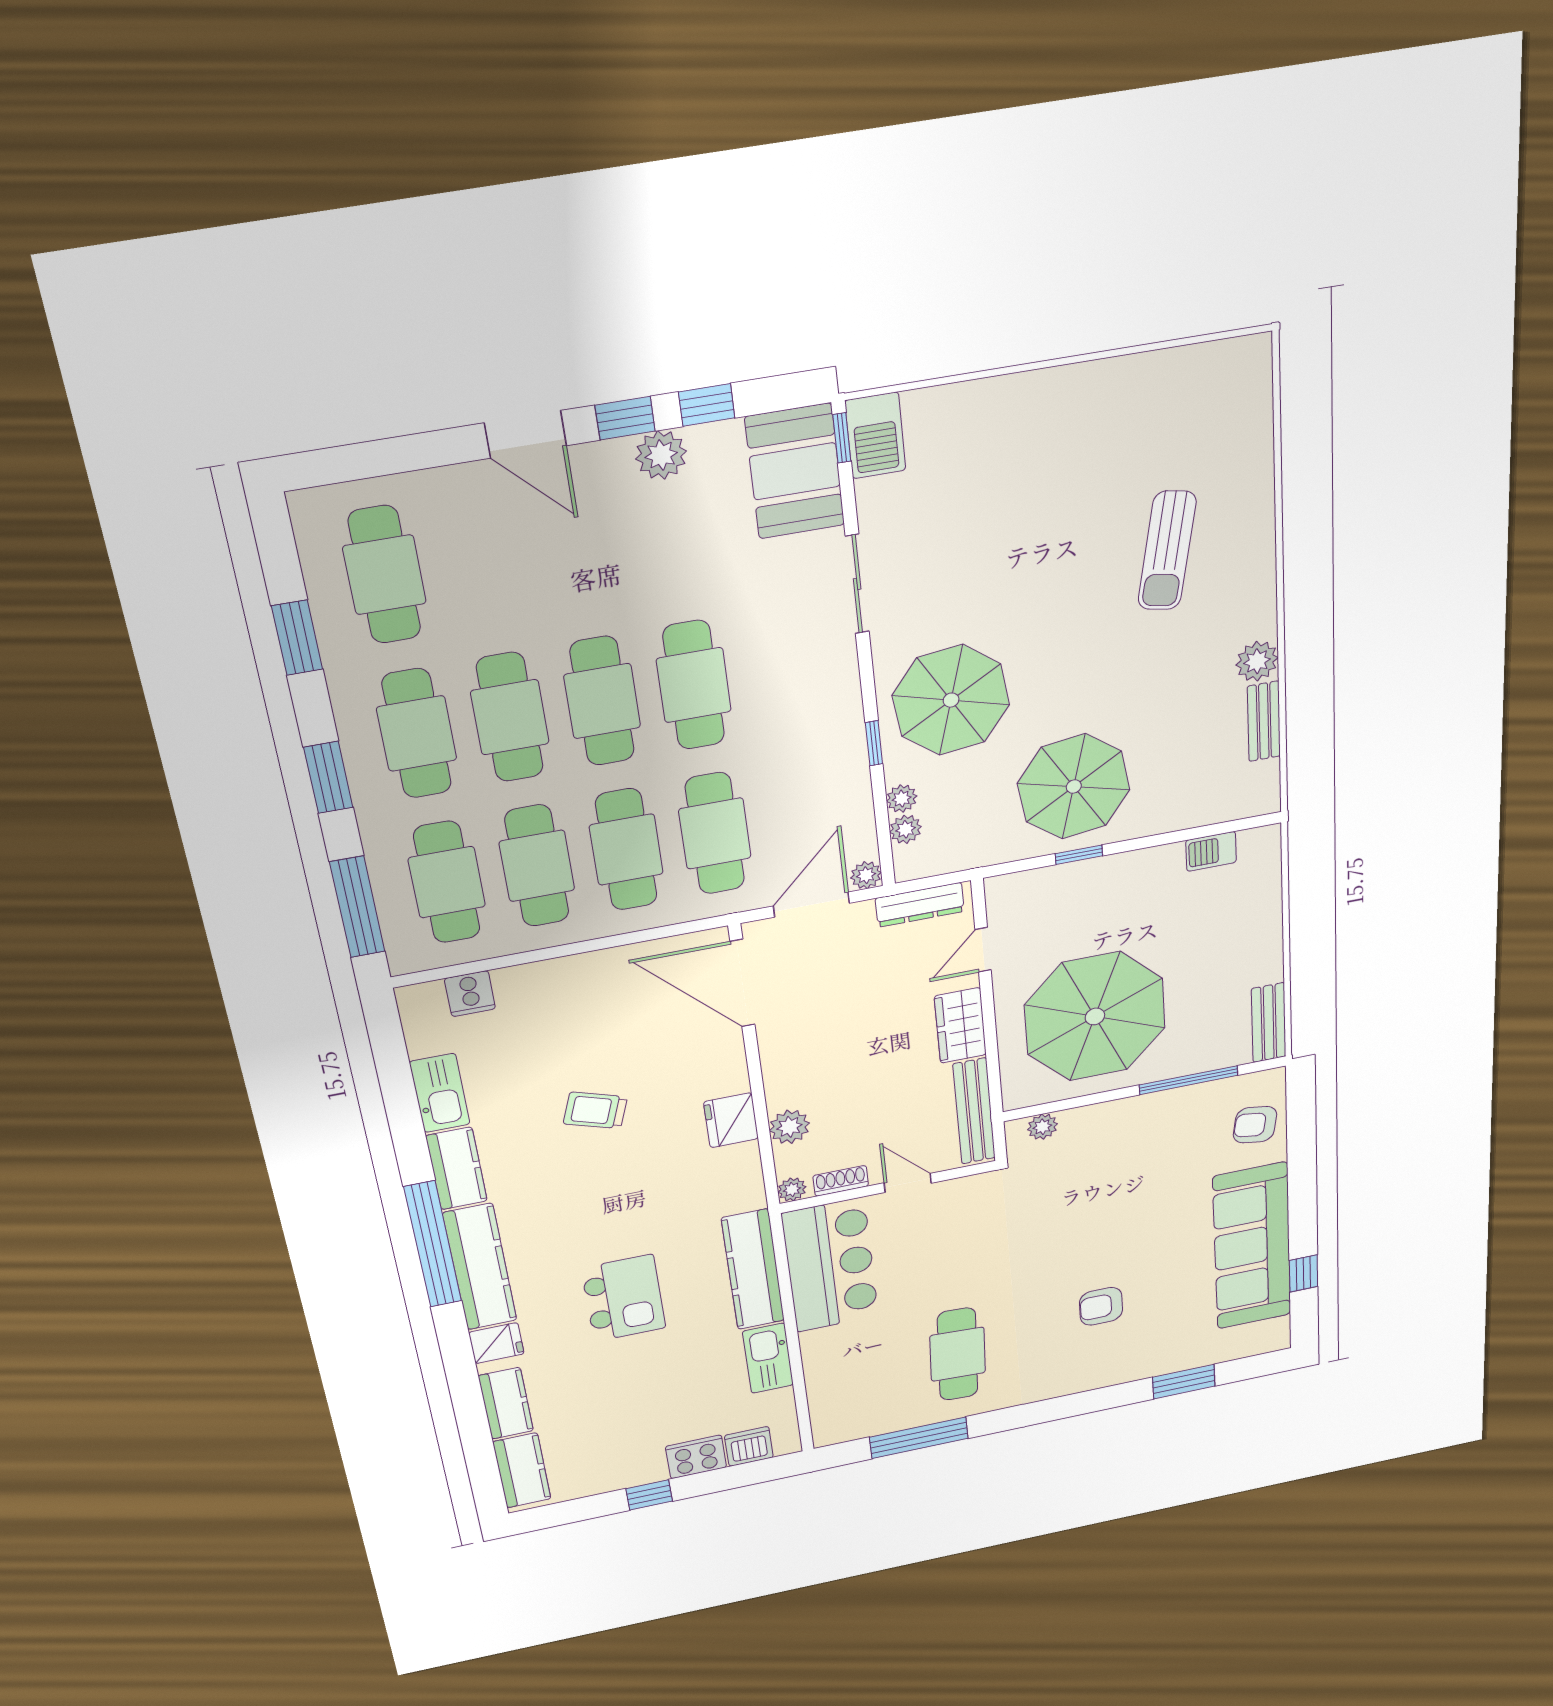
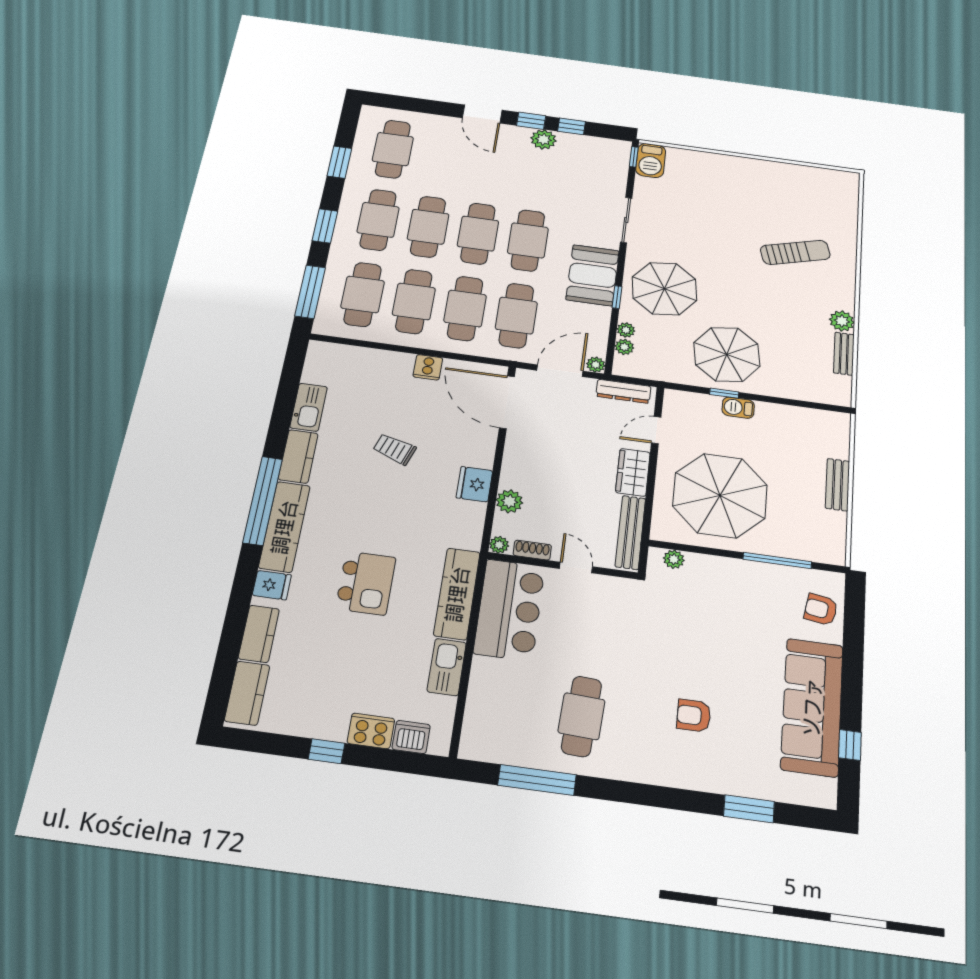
booth: (795, 471) -> (593, 275), moved
sun lounger: (1167, 551) -> (795, 252), turned -117
barbecue: (1211, 851) -> (738, 408), moved
cooker: (470, 994) -> (428, 367), moved
bench: (1269, 1023) -> (837, 485), moved

